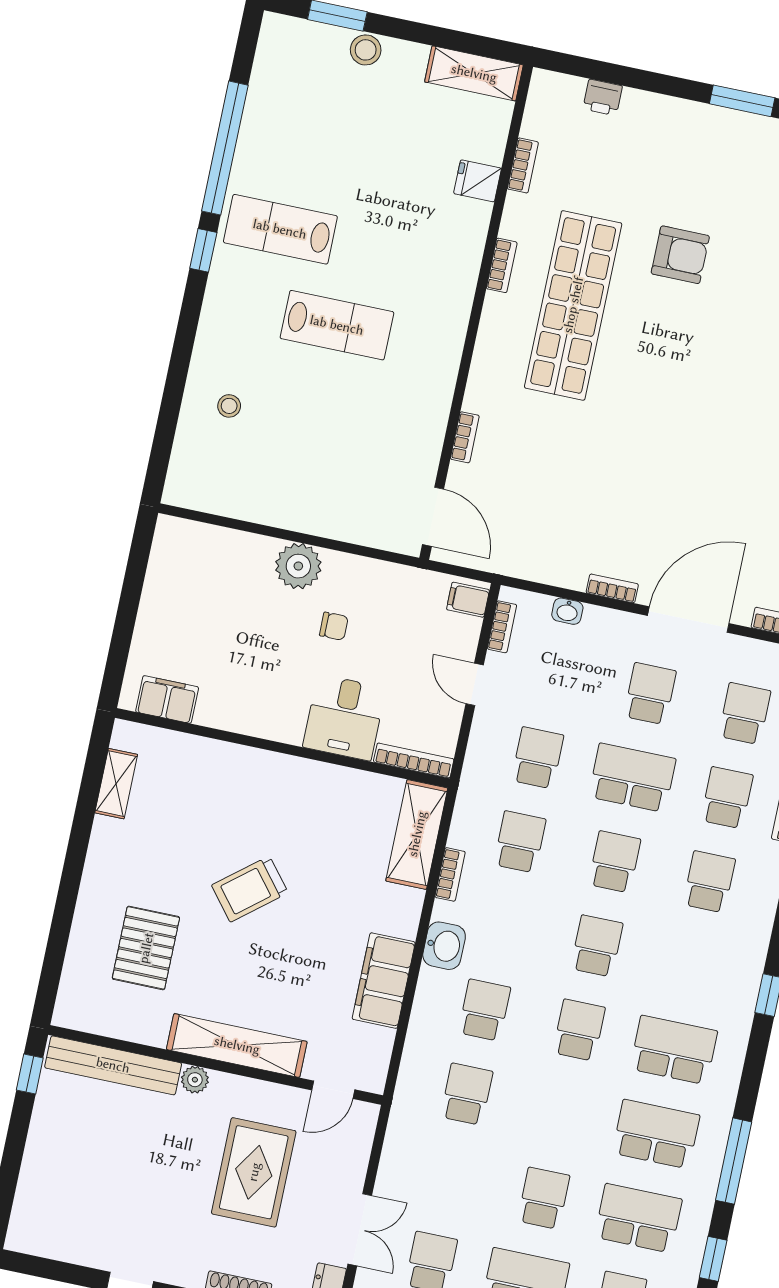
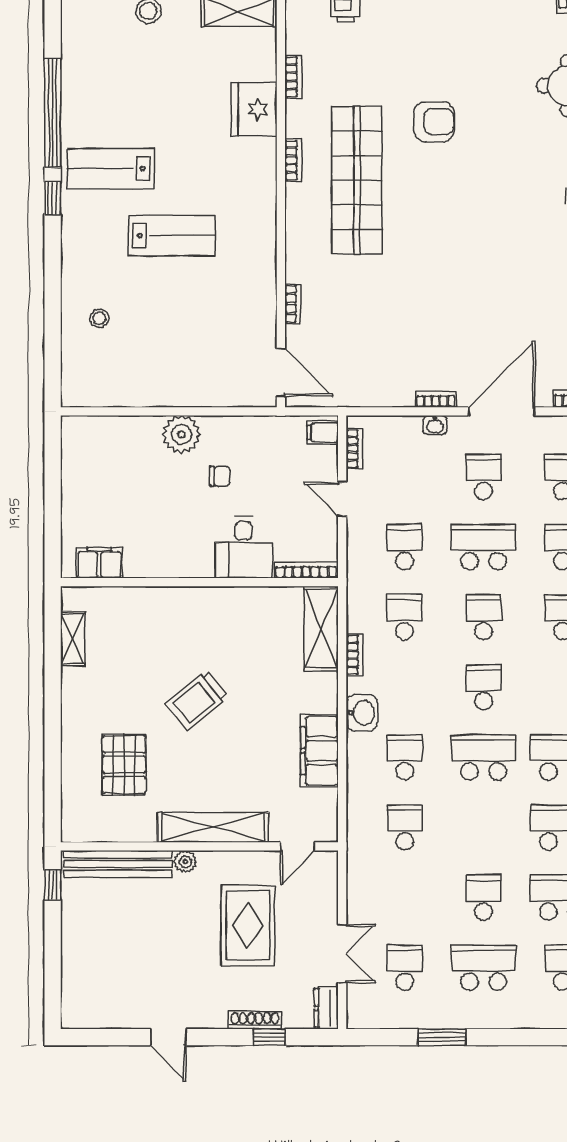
fridge: (478, 181) -> (254, 109), width x1.88, depth x1.34
washbasin: (567, 611) -> (435, 425), moved
school desk: (579, 1030) -> (484, 757), width x1.85

